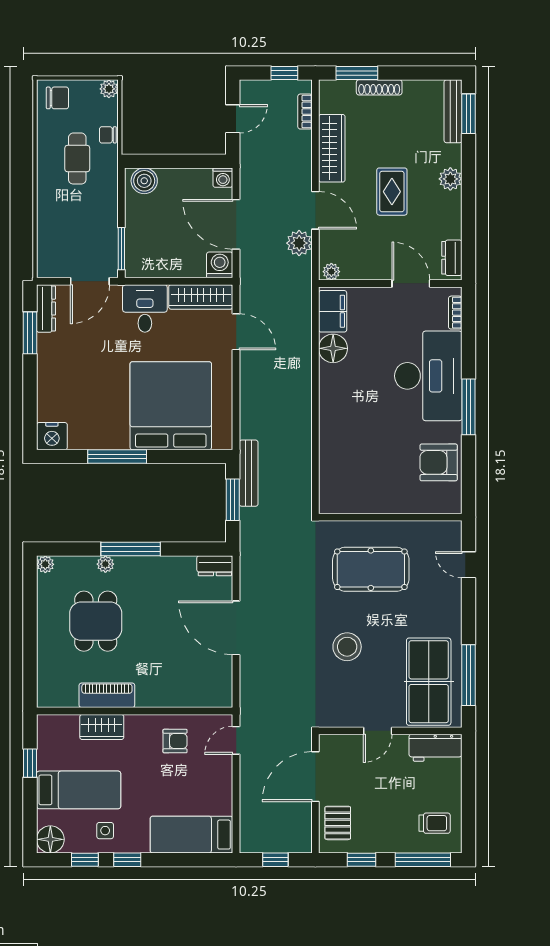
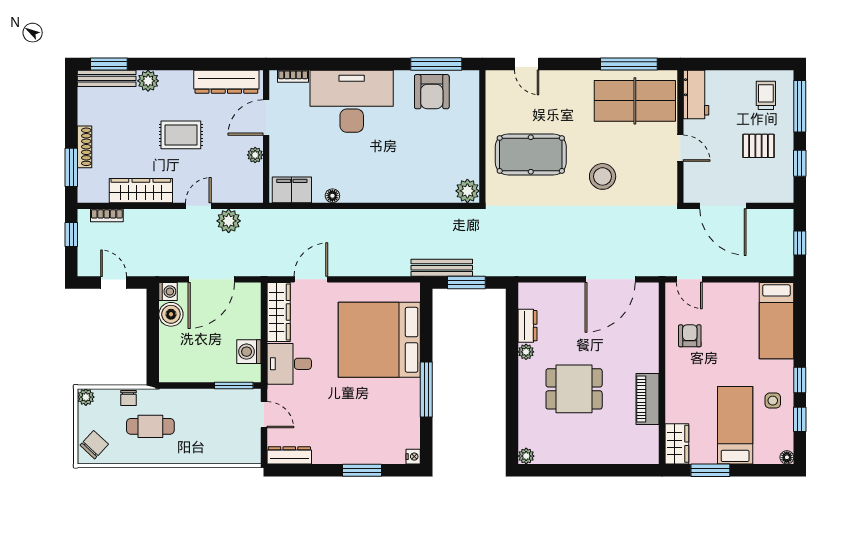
chair: (57, 98) -> (94, 445), turned 43
plant: (450, 179) -> (148, 81), moved
boiler: (144, 181) -> (171, 314), moved
door: (315, 210) -> (198, 206), width x0.73
dresser: (452, 258) -> (226, 82), width x1.96, depth x1.24
washing machine: (220, 265) -> (249, 352), moved
plant: (331, 272) -> (255, 155), moved
door: (90, 281) -> (264, 415), width x0.73
window: (30, 333) -> (362, 470), moved
floor lamp: (333, 348) -> (332, 196), width x0.53, depth x0.53
window: (469, 407) -> (436, 64), moved
nightstand: (52, 436) -> (413, 457), width x0.53, depth x0.56
plant: (331, 501) -> (467, 191), added
window: (131, 549) -> (512, 377), removed
plant: (105, 564) -> (526, 352), moved
door: (469, 565) -> (527, 64), hinge flipped
dresser: (215, 566) -> (527, 326), moved
pool table: (371, 569) -> (531, 154), turned 90
dining table: (96, 621) -> (574, 389), moved
door: (236, 628) -> (610, 279), moved
wardrobe: (102, 727) -> (677, 444), moved
window: (30, 763) -> (710, 470), width x1.50
pallet: (338, 823) -> (759, 146), moved
floor lamp: (50, 839) -> (787, 457), width x0.53, depth x0.53

